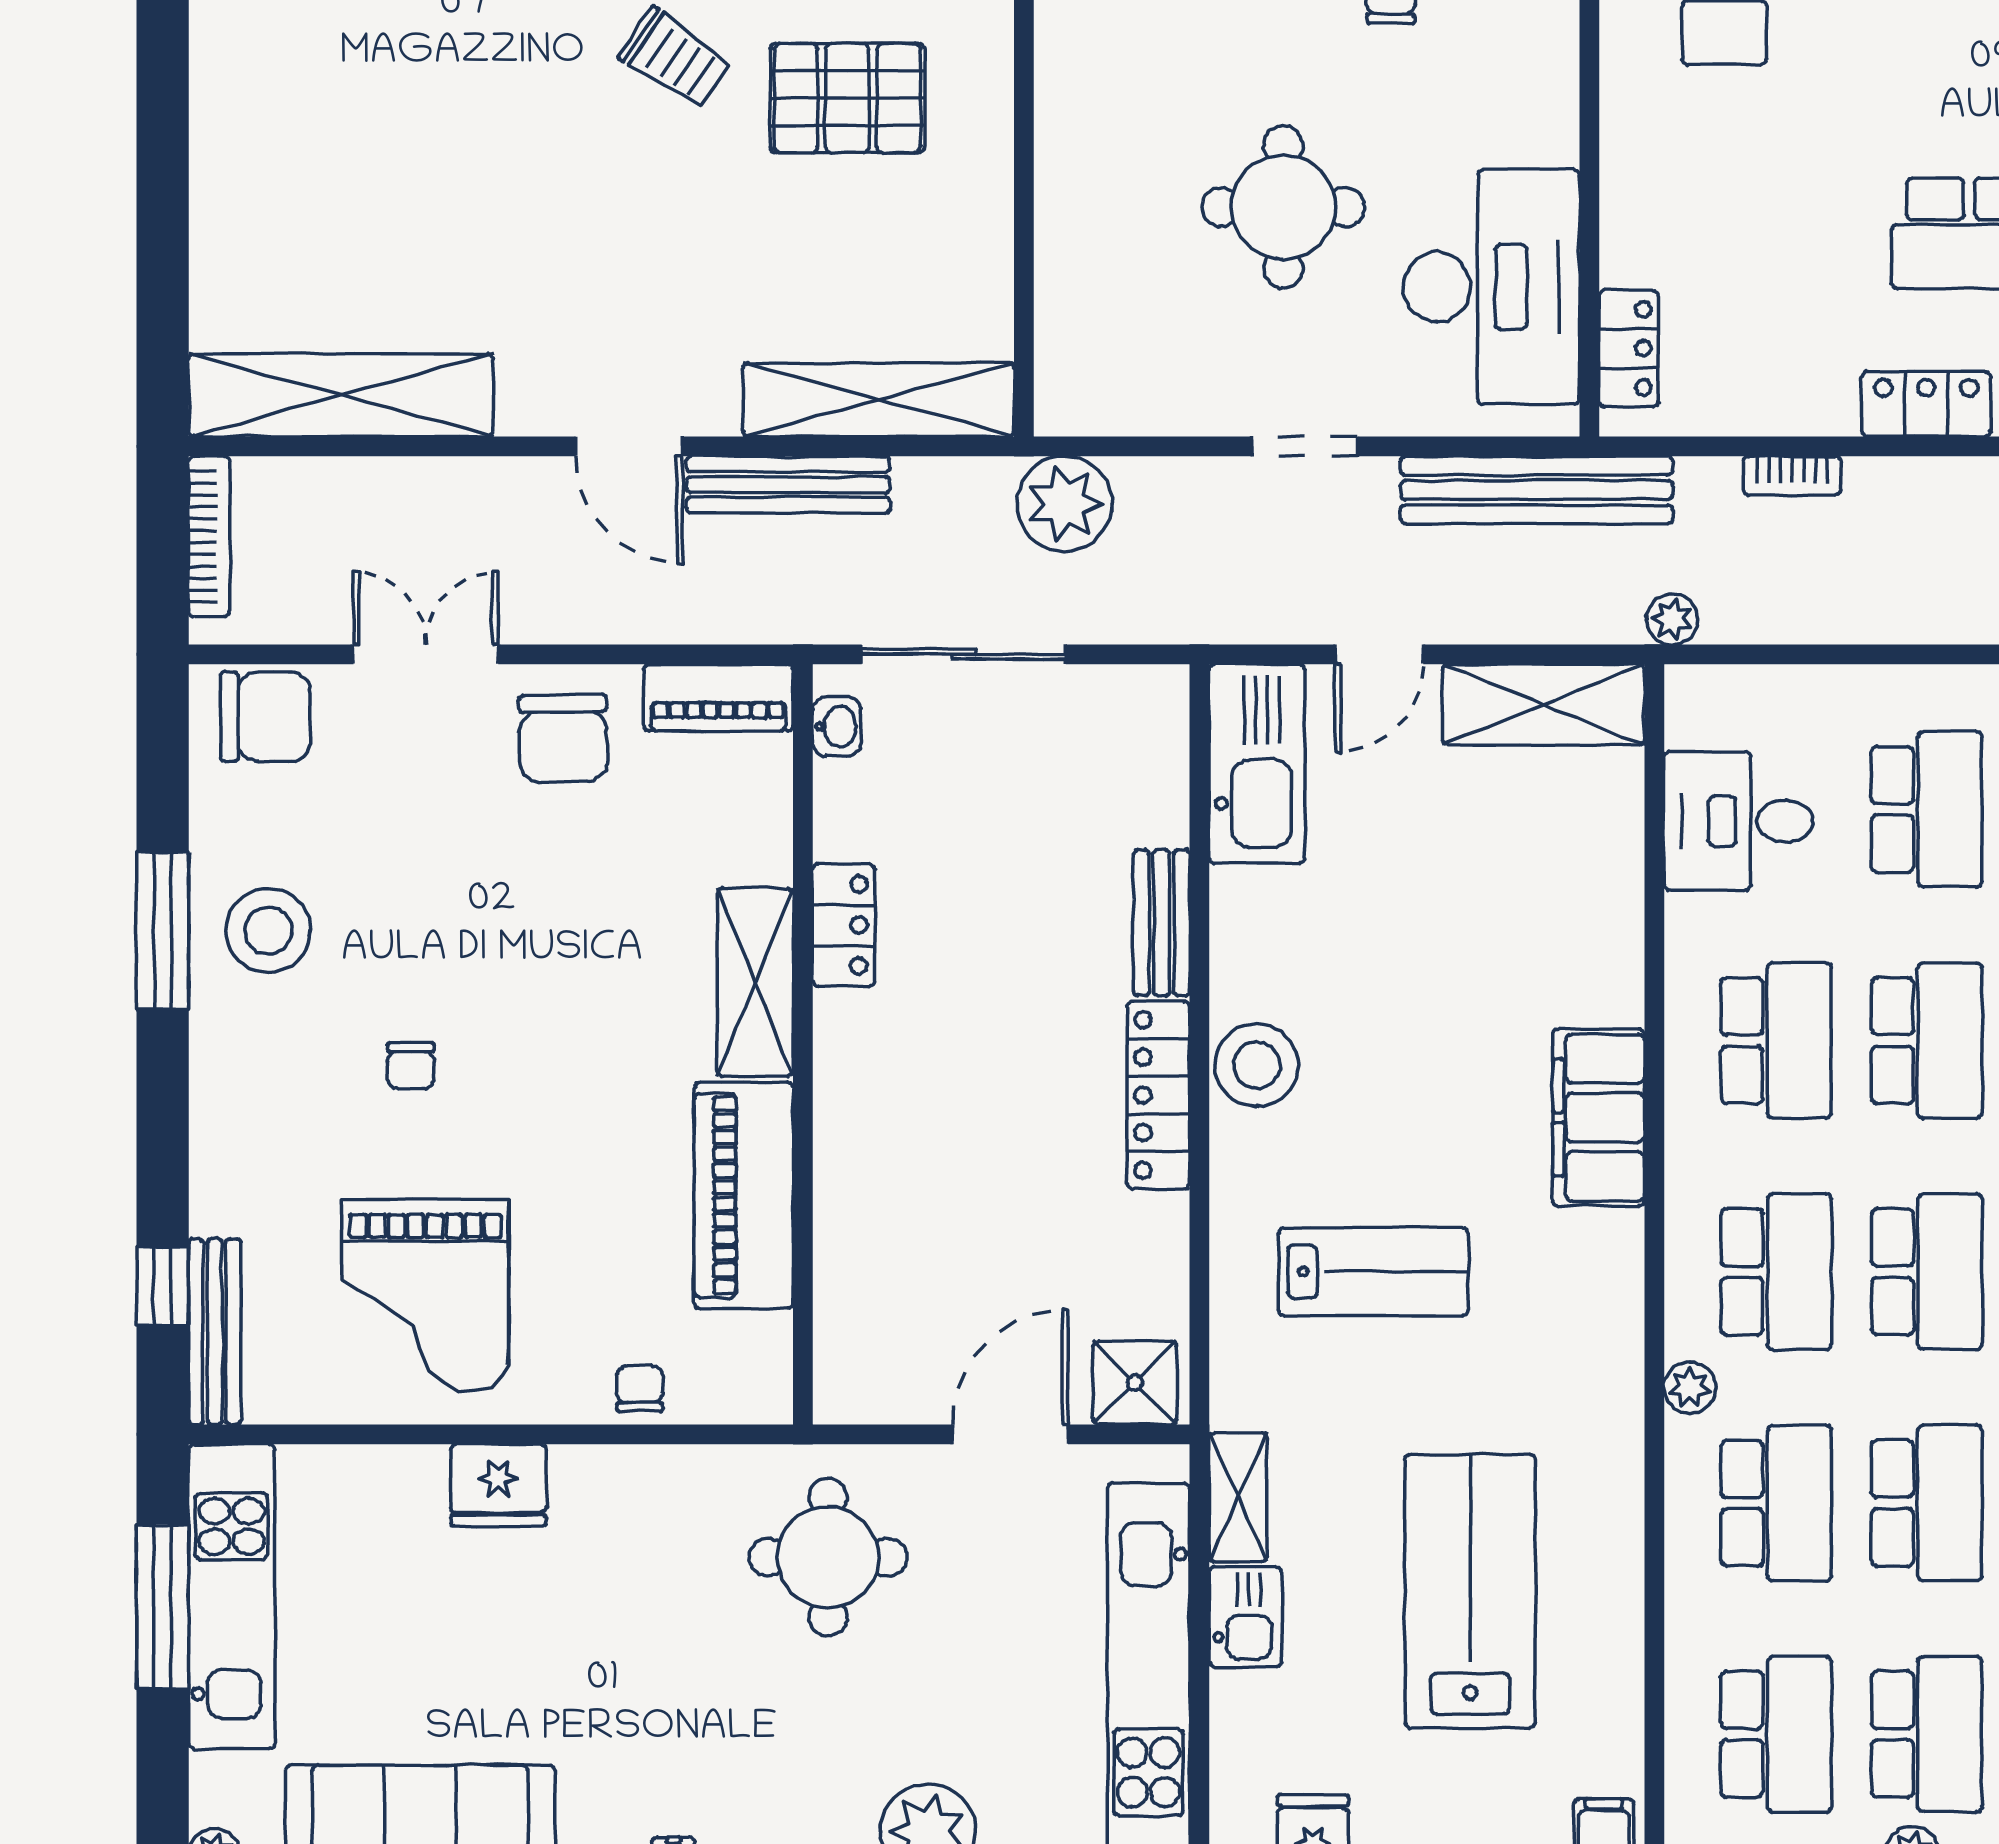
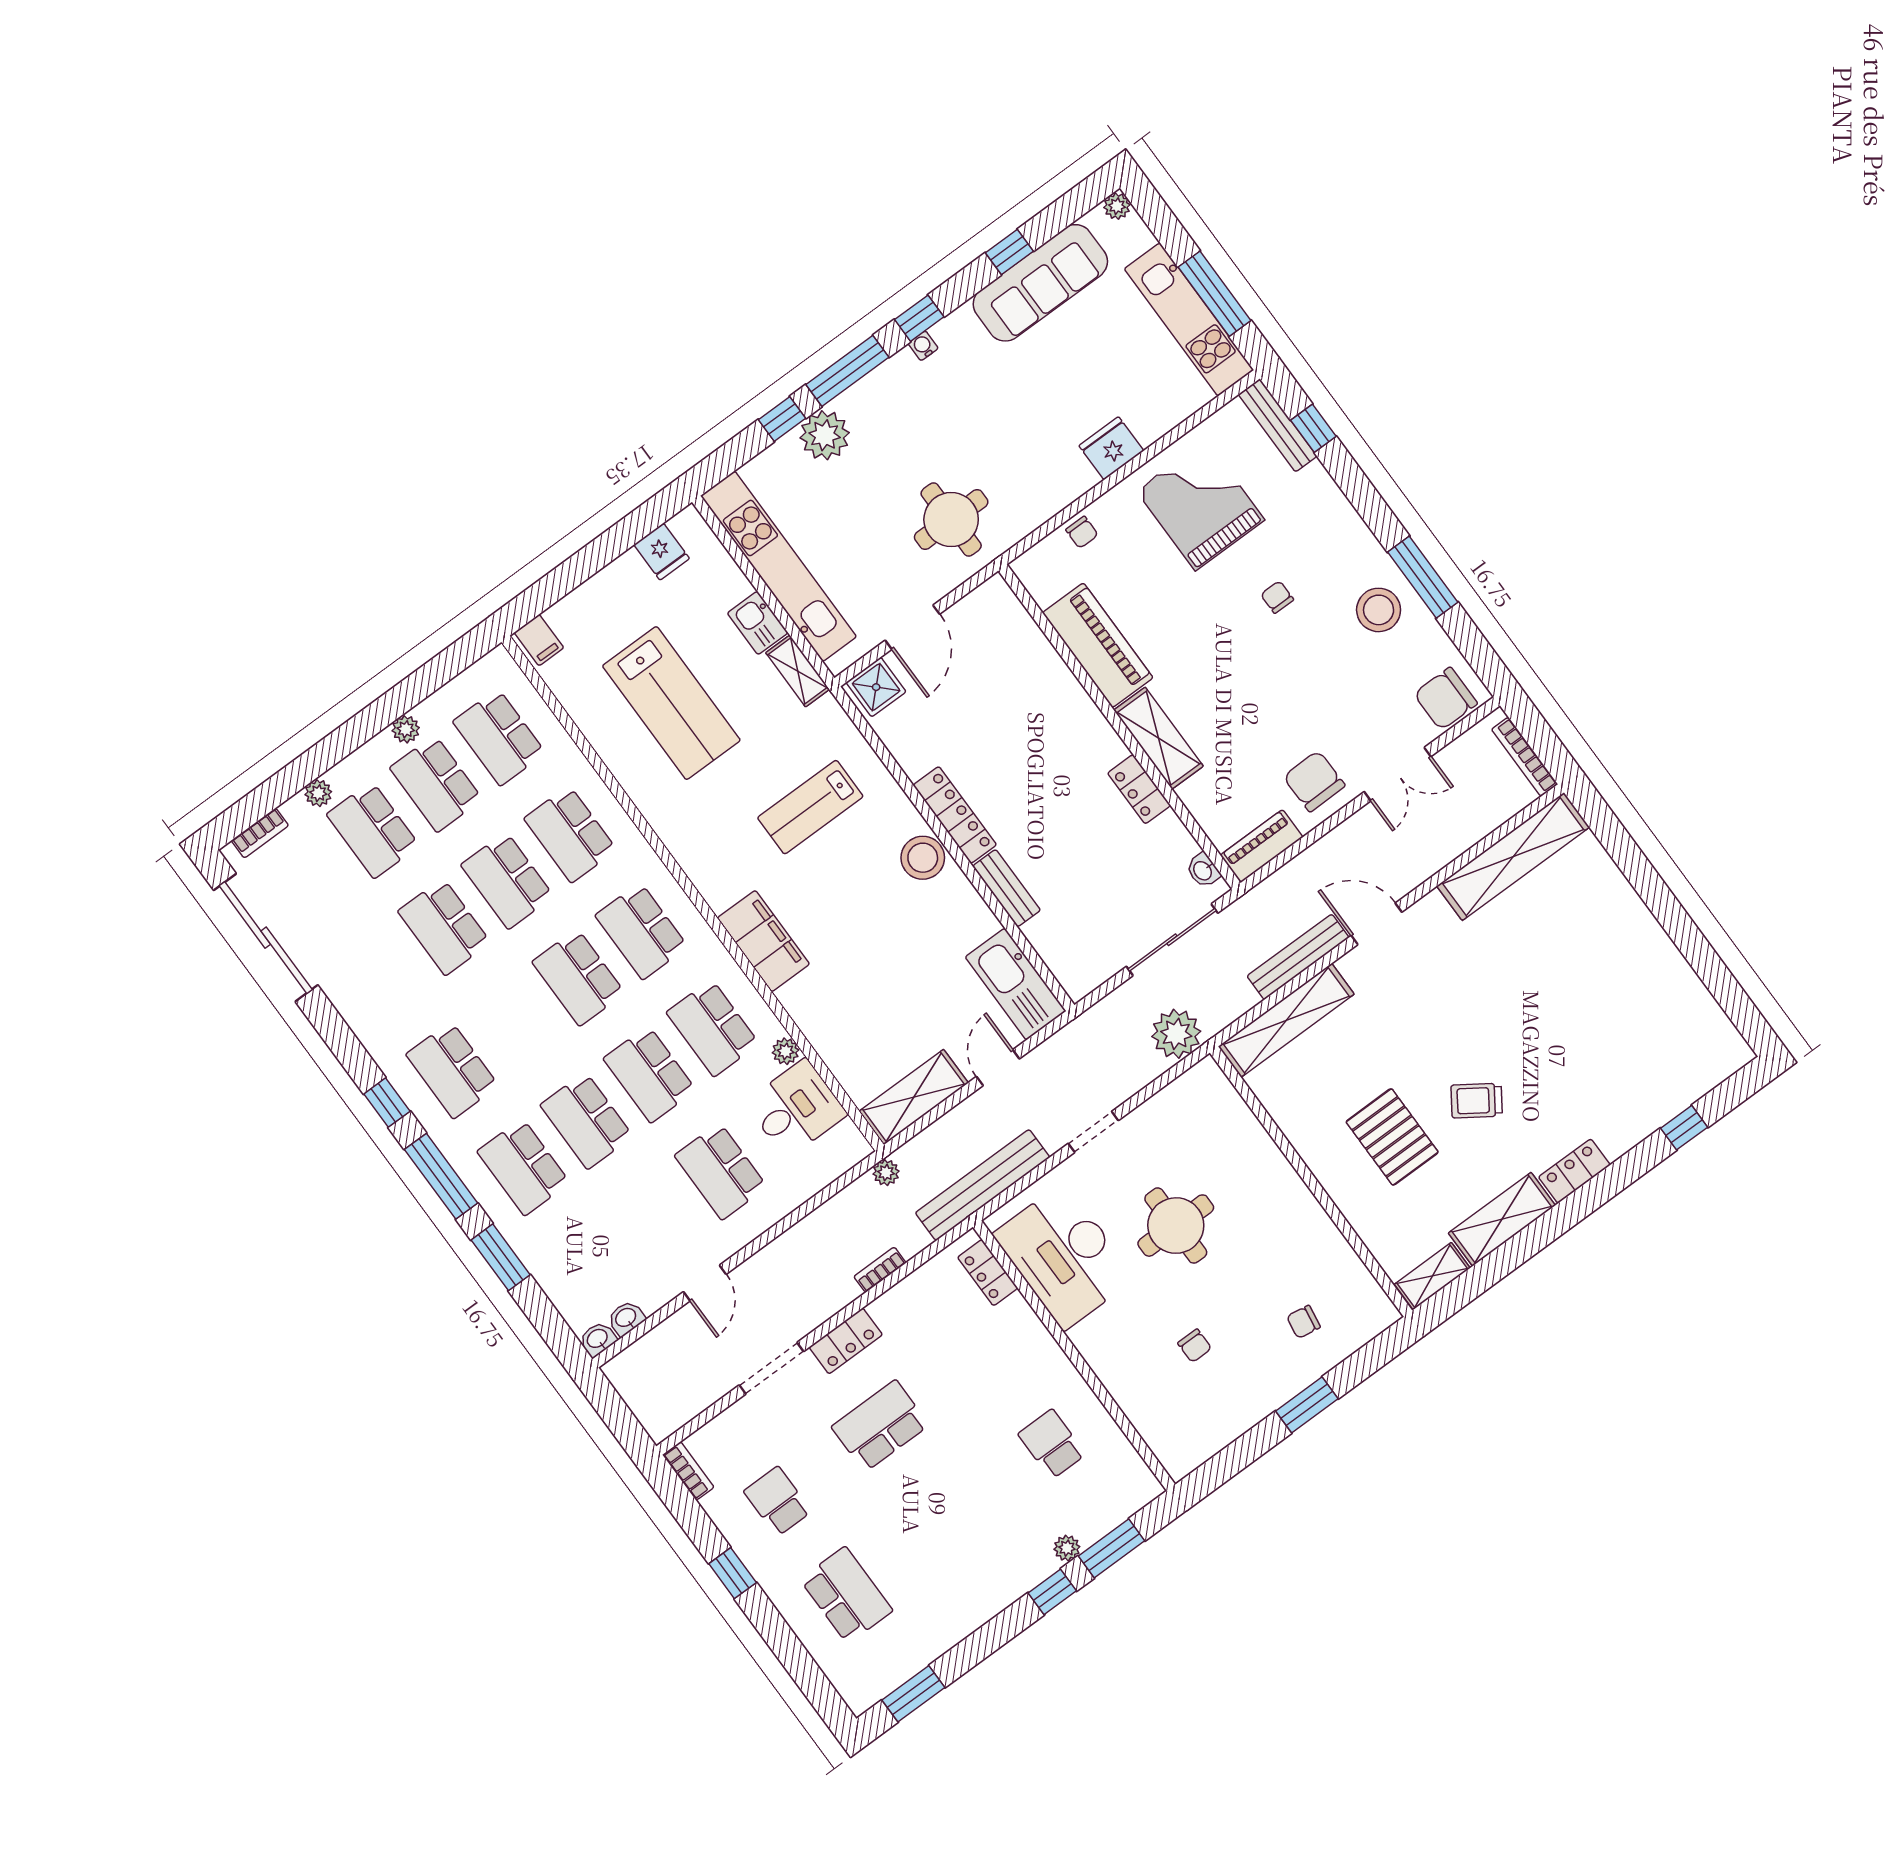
pallet: (847, 98) -> (1392, 1137), turned 90
plant: (1690, 1388) -> (786, 1051), moved

